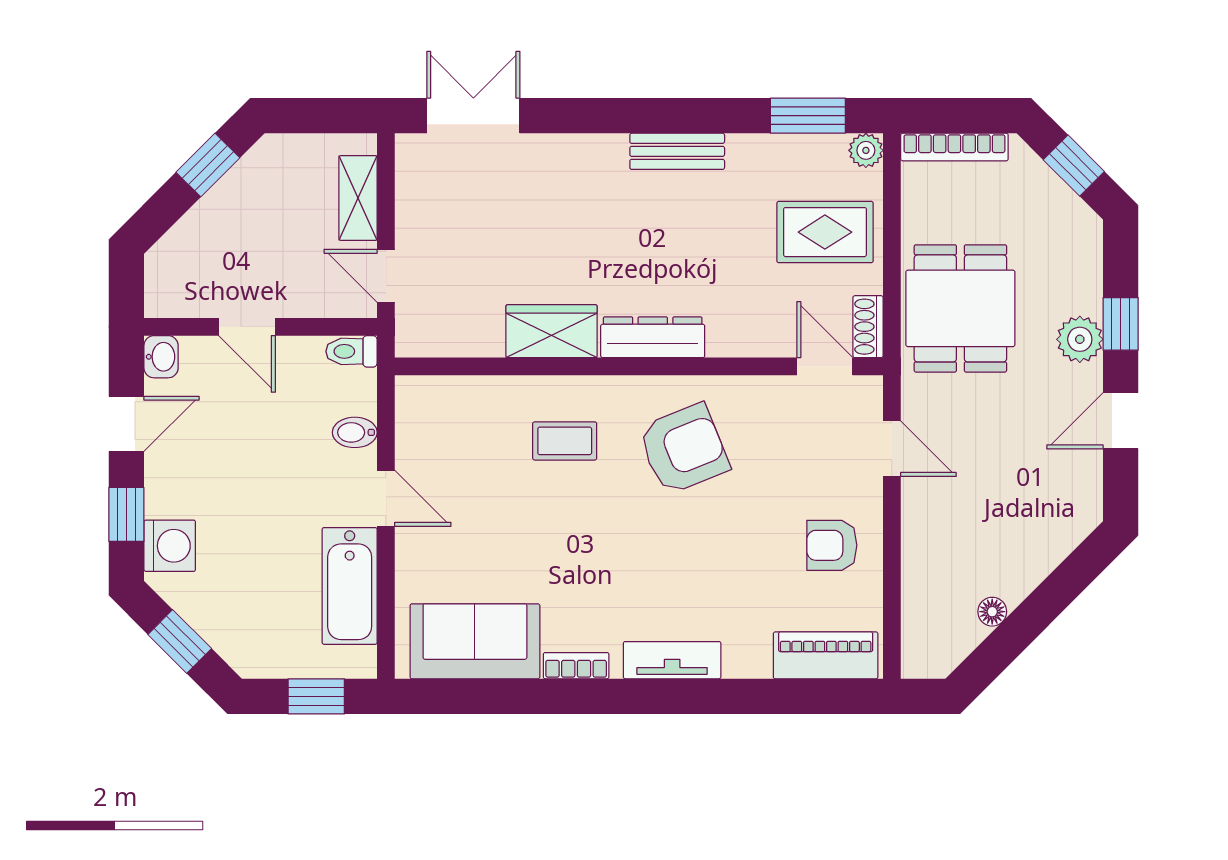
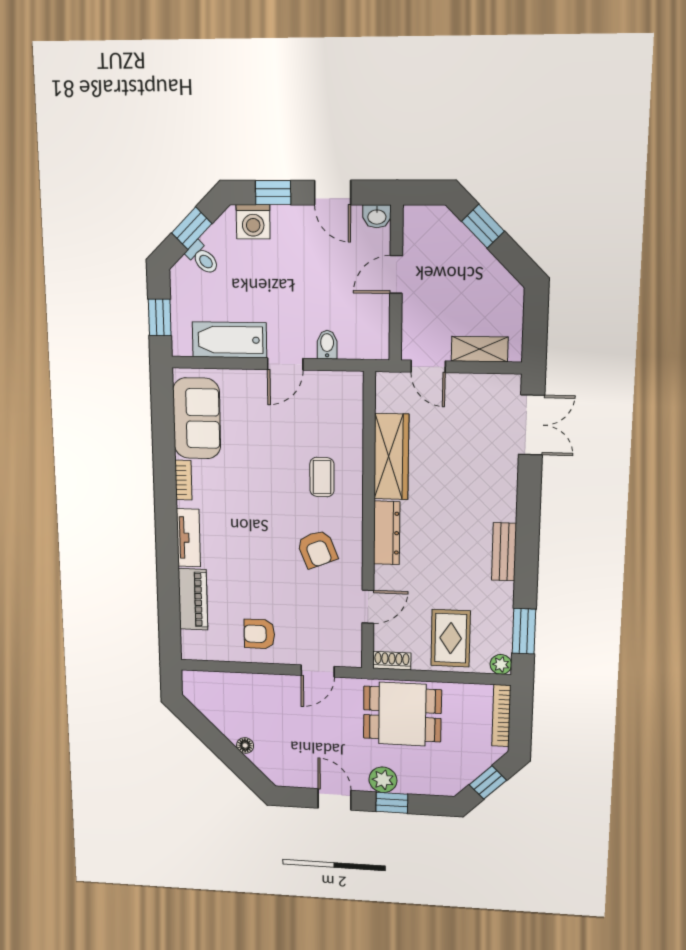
window: (208, 165) -> (483, 226), moved
door: (386, 276) -> (428, 366), swing flipped
wardrobe: (552, 331) -> (391, 457), width x1.50
toilet: (352, 351) -> (203, 258), moved, turned 135
door: (825, 366) -> (368, 607), moved
armchair: (684, 449) -> (317, 549), width x0.72, depth x0.72
armchair: (832, 545) -> (259, 634), turned -90
floor lamp: (992, 612) -> (245, 745), moved
piano: (826, 655) -> (193, 599), moved

